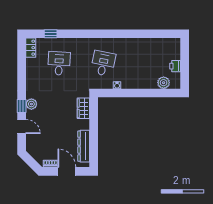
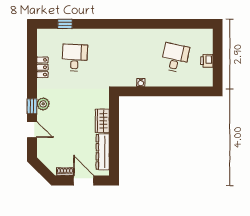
locker: (31, 48) -> (42, 67), moved
desk: (103, 63) -> (175, 58), moved
plant: (164, 83) -> (194, 80), removed
wardrobe: (83, 108) -> (102, 121), moved

